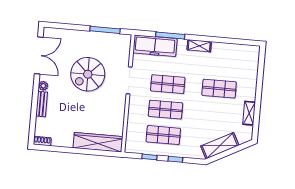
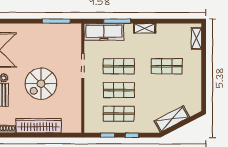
spiral stairs: (88, 74) -> (41, 84), moved
shelving: (249, 113) -> (196, 38), moved
wardrobe: (98, 142) -> (39, 126), moved

